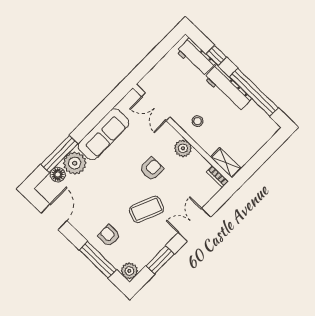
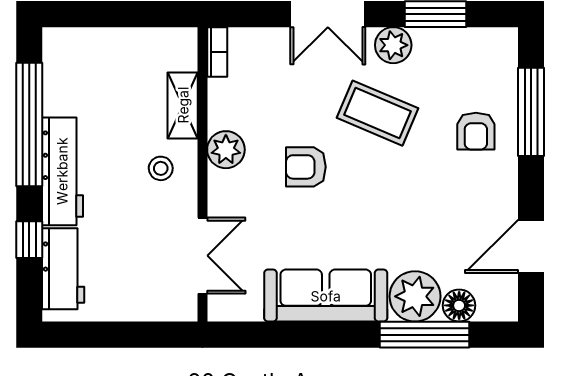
shelving: (226, 163) -> (183, 105), moved
plant: (129, 271) -> (393, 45), moved

